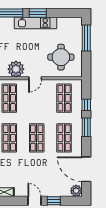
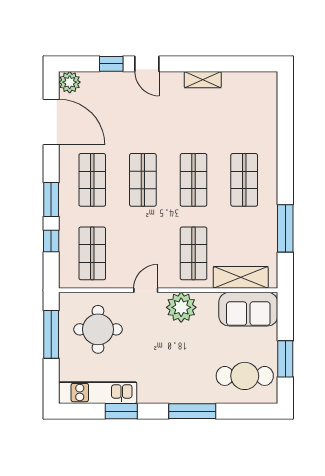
window: (38, 13) -> (121, 411), moved
kitchen unit: (35, 23) -> (98, 393), moved
window: (86, 38) -> (51, 334), moved

